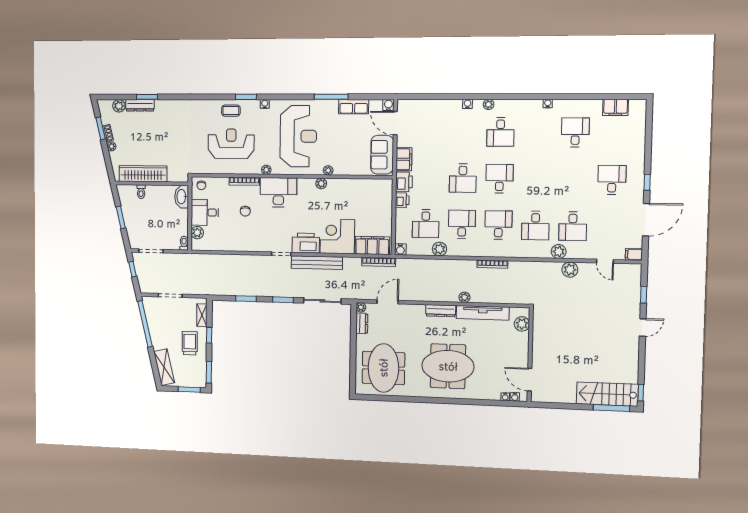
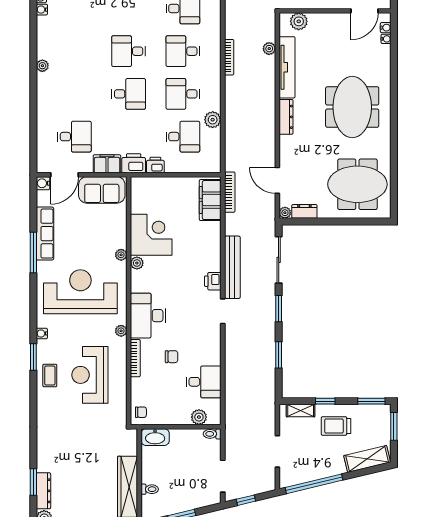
water cooler: (468, 104) -> (42, 10), moved
row of seats: (354, 107) -> (45, 234), width x1.48
desk: (500, 132) -> (74, 137), moved
desk: (205, 212) -> (204, 382), moved, turned -90
corner desk: (337, 236) -> (151, 235), moved, turned 180
printer: (306, 243) -> (213, 281), width x0.53, depth x0.68
water cooler: (400, 249) -> (214, 166), removed
plant: (464, 297) -> (269, 49), moved

